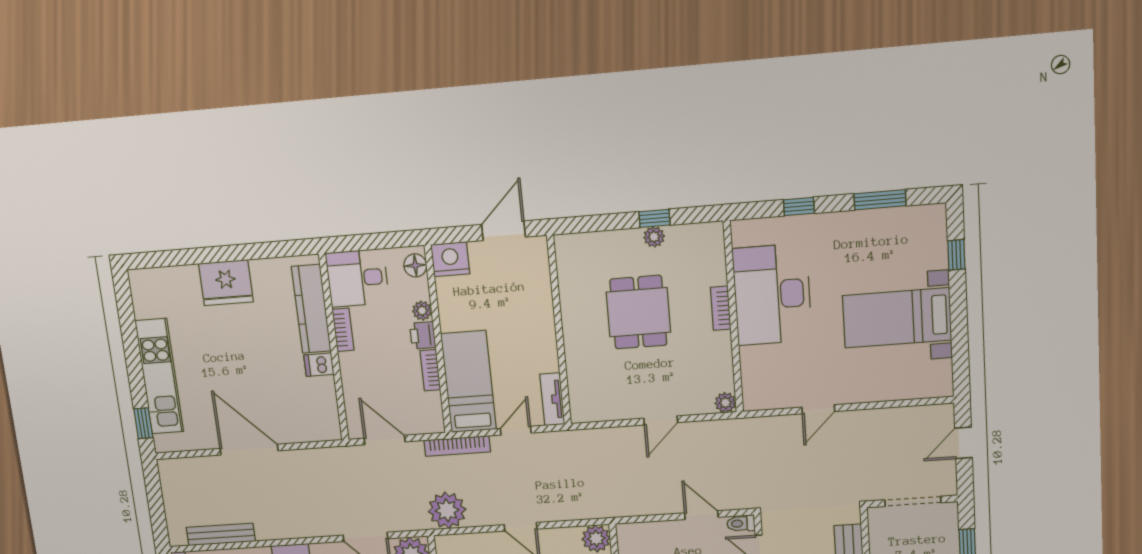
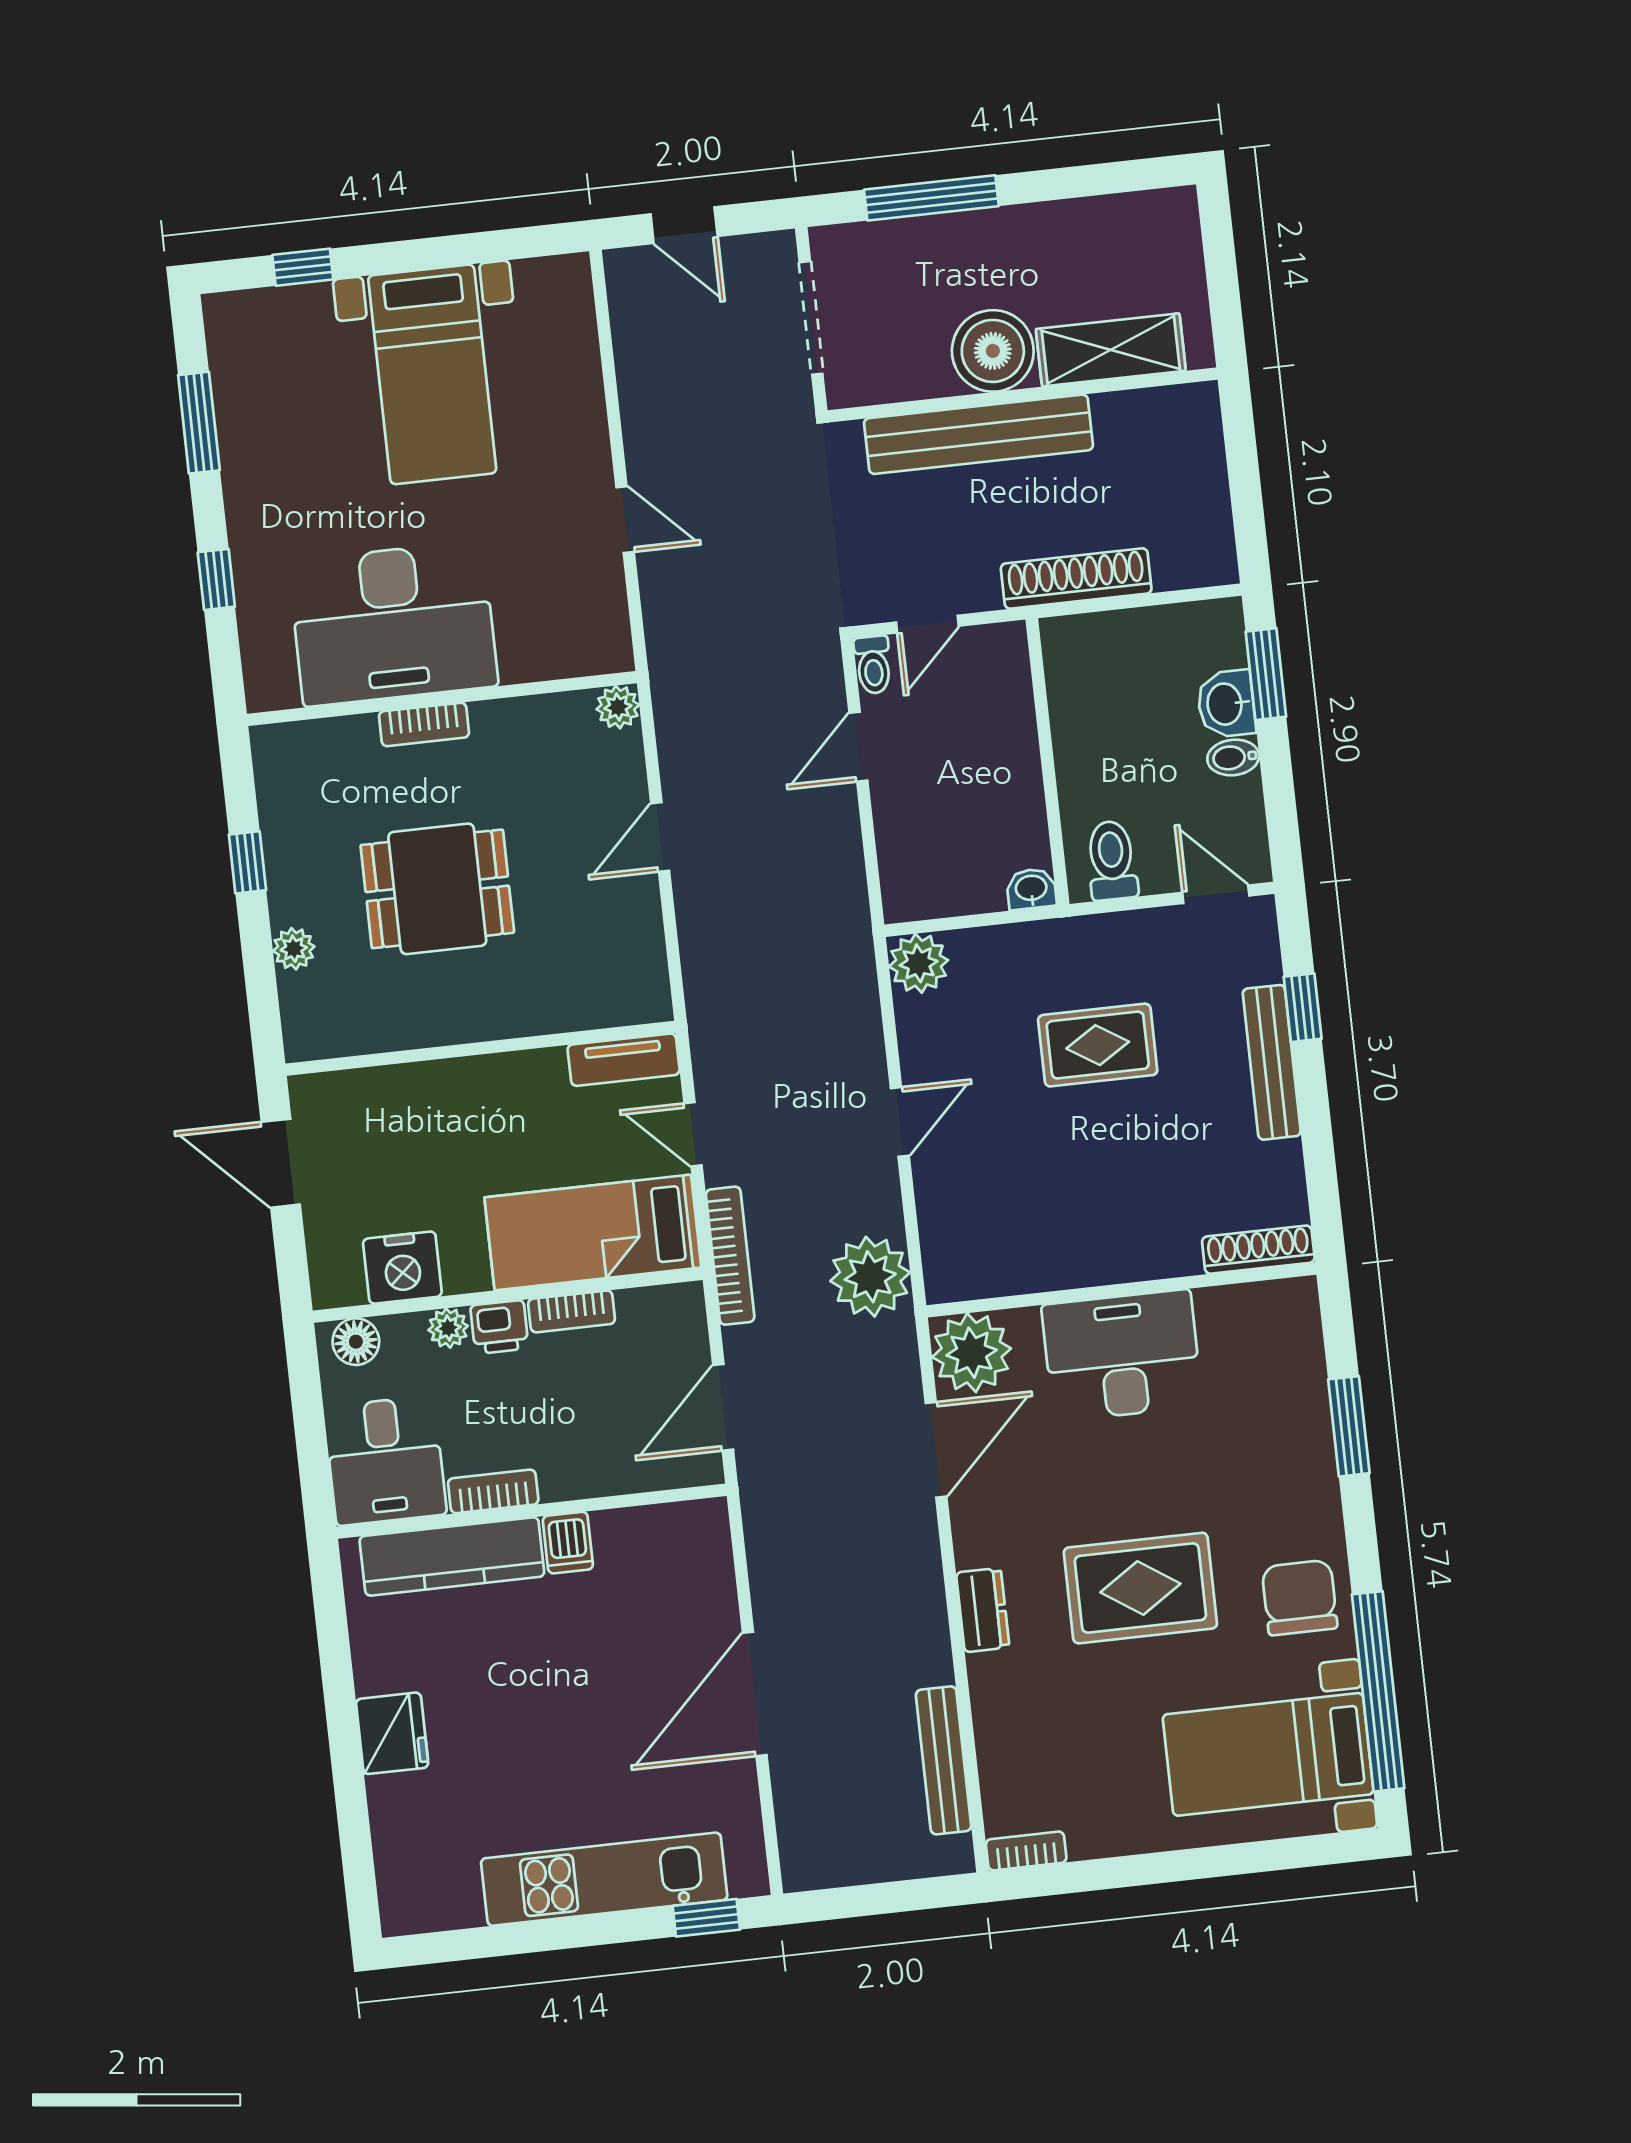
plant: (654, 237) -> (294, 949), moved
nightstand: (450, 259) -> (402, 1268), moved, turned -90
fridge: (226, 283) -> (392, 1733), width x0.73, depth x0.75
door: (661, 420) -> (660, 837), swing flipped

